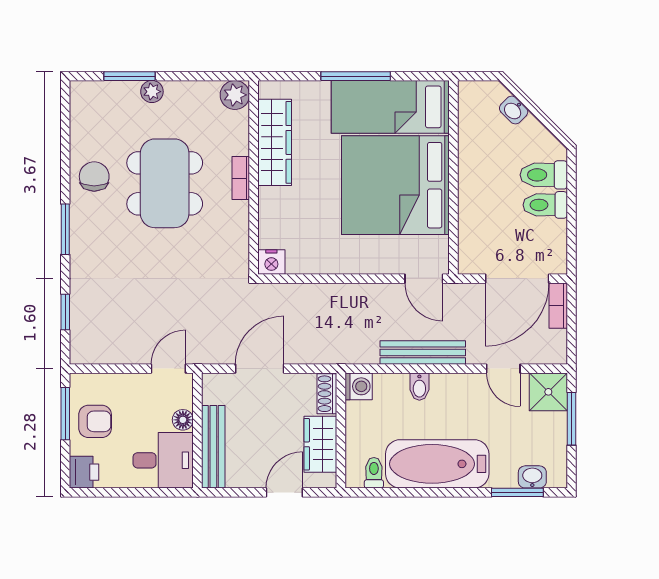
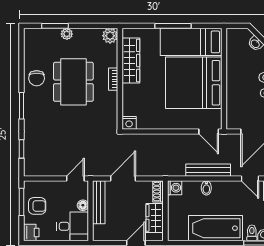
chair: (94, 176) -> (37, 78), turned 180
bench: (213, 447) -> (99, 202), moved
toilet: (374, 473) -> (252, 233), moved

